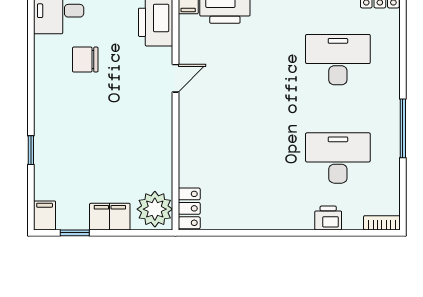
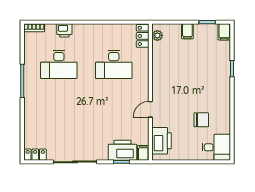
desk: (338, 60) -> (114, 64), moved
plant: (155, 209) -> (157, 35), width x0.53, depth x0.53
filing cabinet: (110, 217) -> (187, 31), width x0.50

